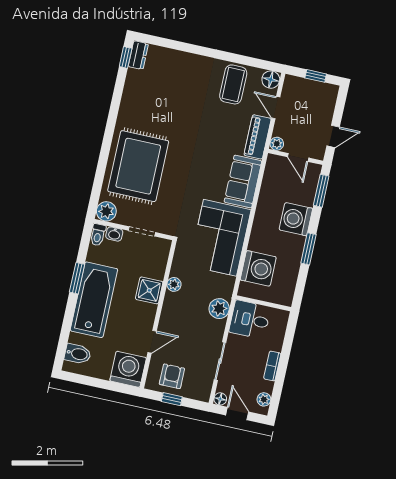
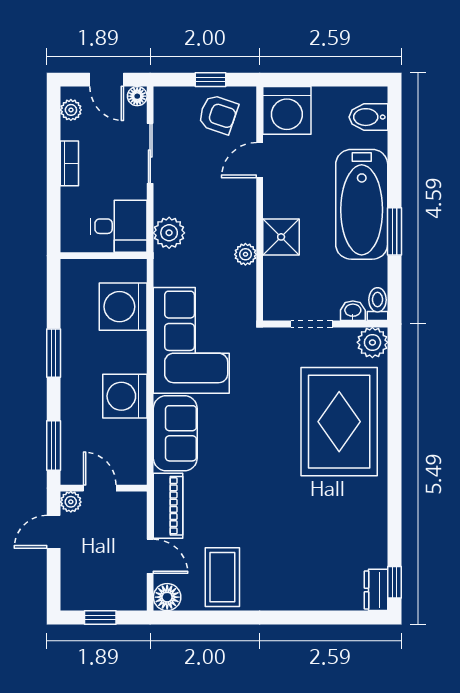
plant: (277, 144) -> (71, 502), moved
washing machine: (296, 219) -> (125, 396), moved, turned 180
armchair: (172, 376) -> (218, 114), turned -71

